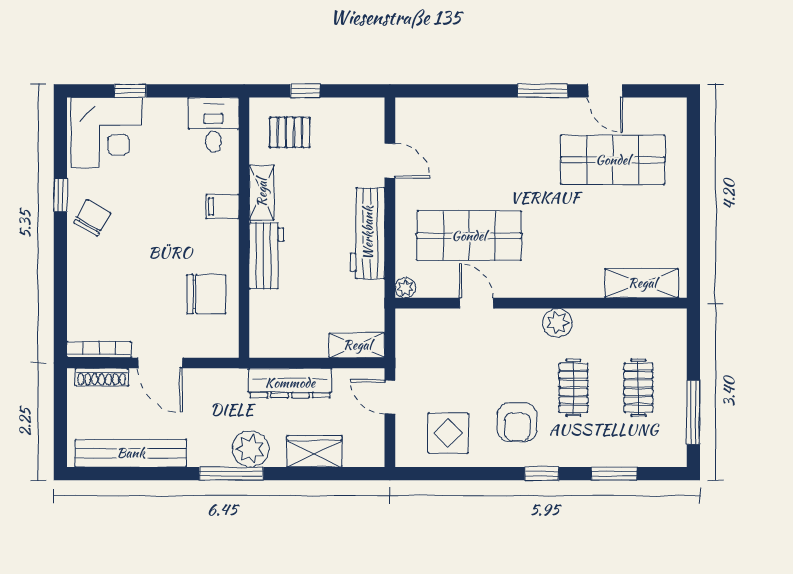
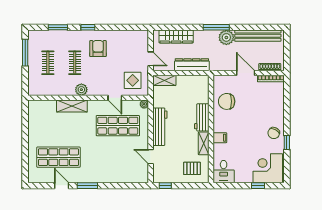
window: (305, 91) -> (165, 186), moved
shelving: (642, 283) -> (72, 106), moved
display table: (448, 433) -> (133, 80), moved
plant: (251, 449) -> (226, 37), moved
wardrobe: (314, 451) -> (176, 36), width x1.50

